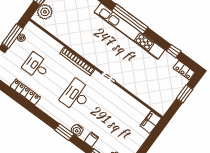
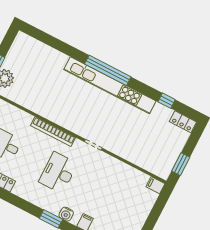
window: (184, 94) -> (181, 164), moved
filing cabinet: (151, 122) -> (155, 185), width x0.50

